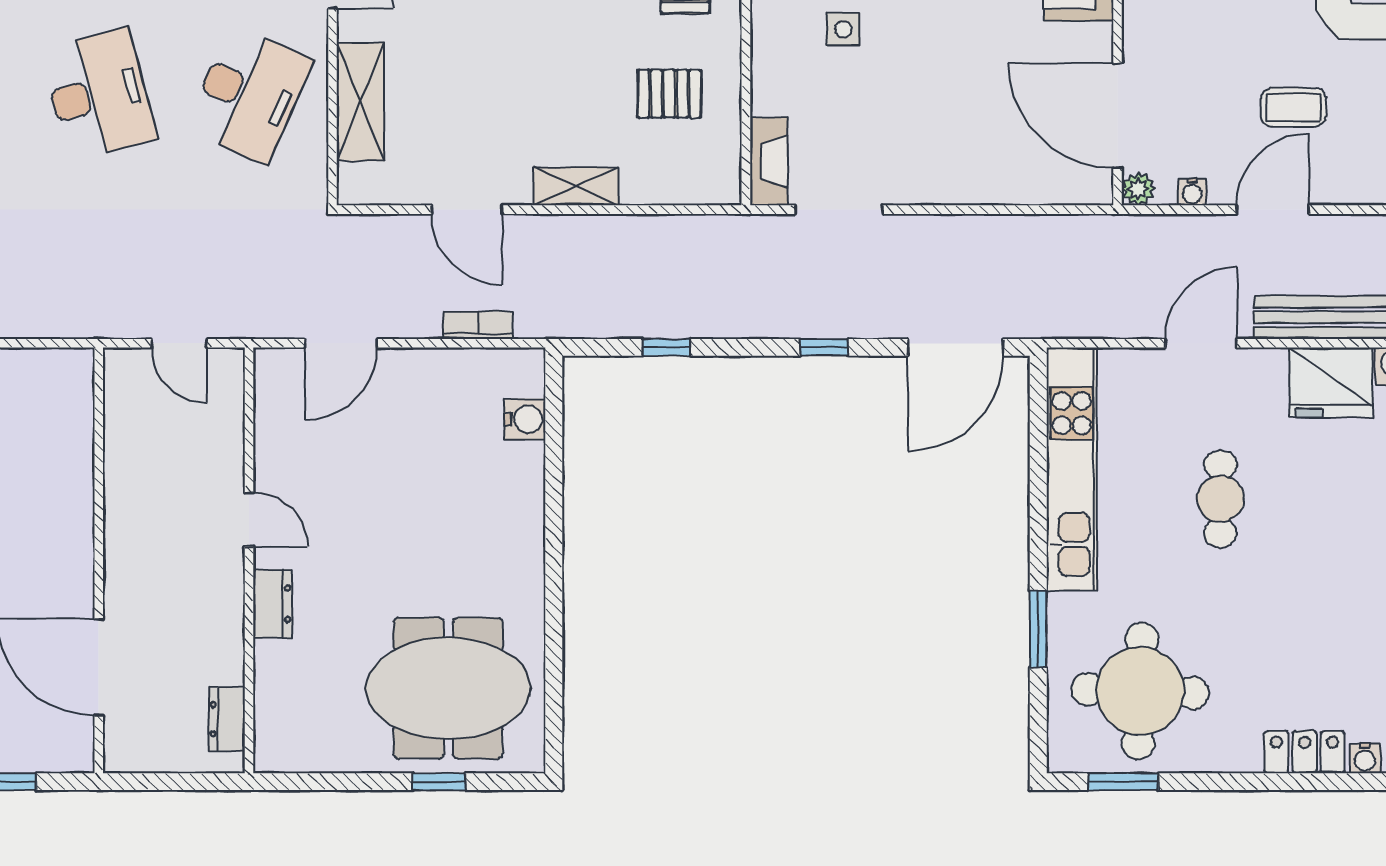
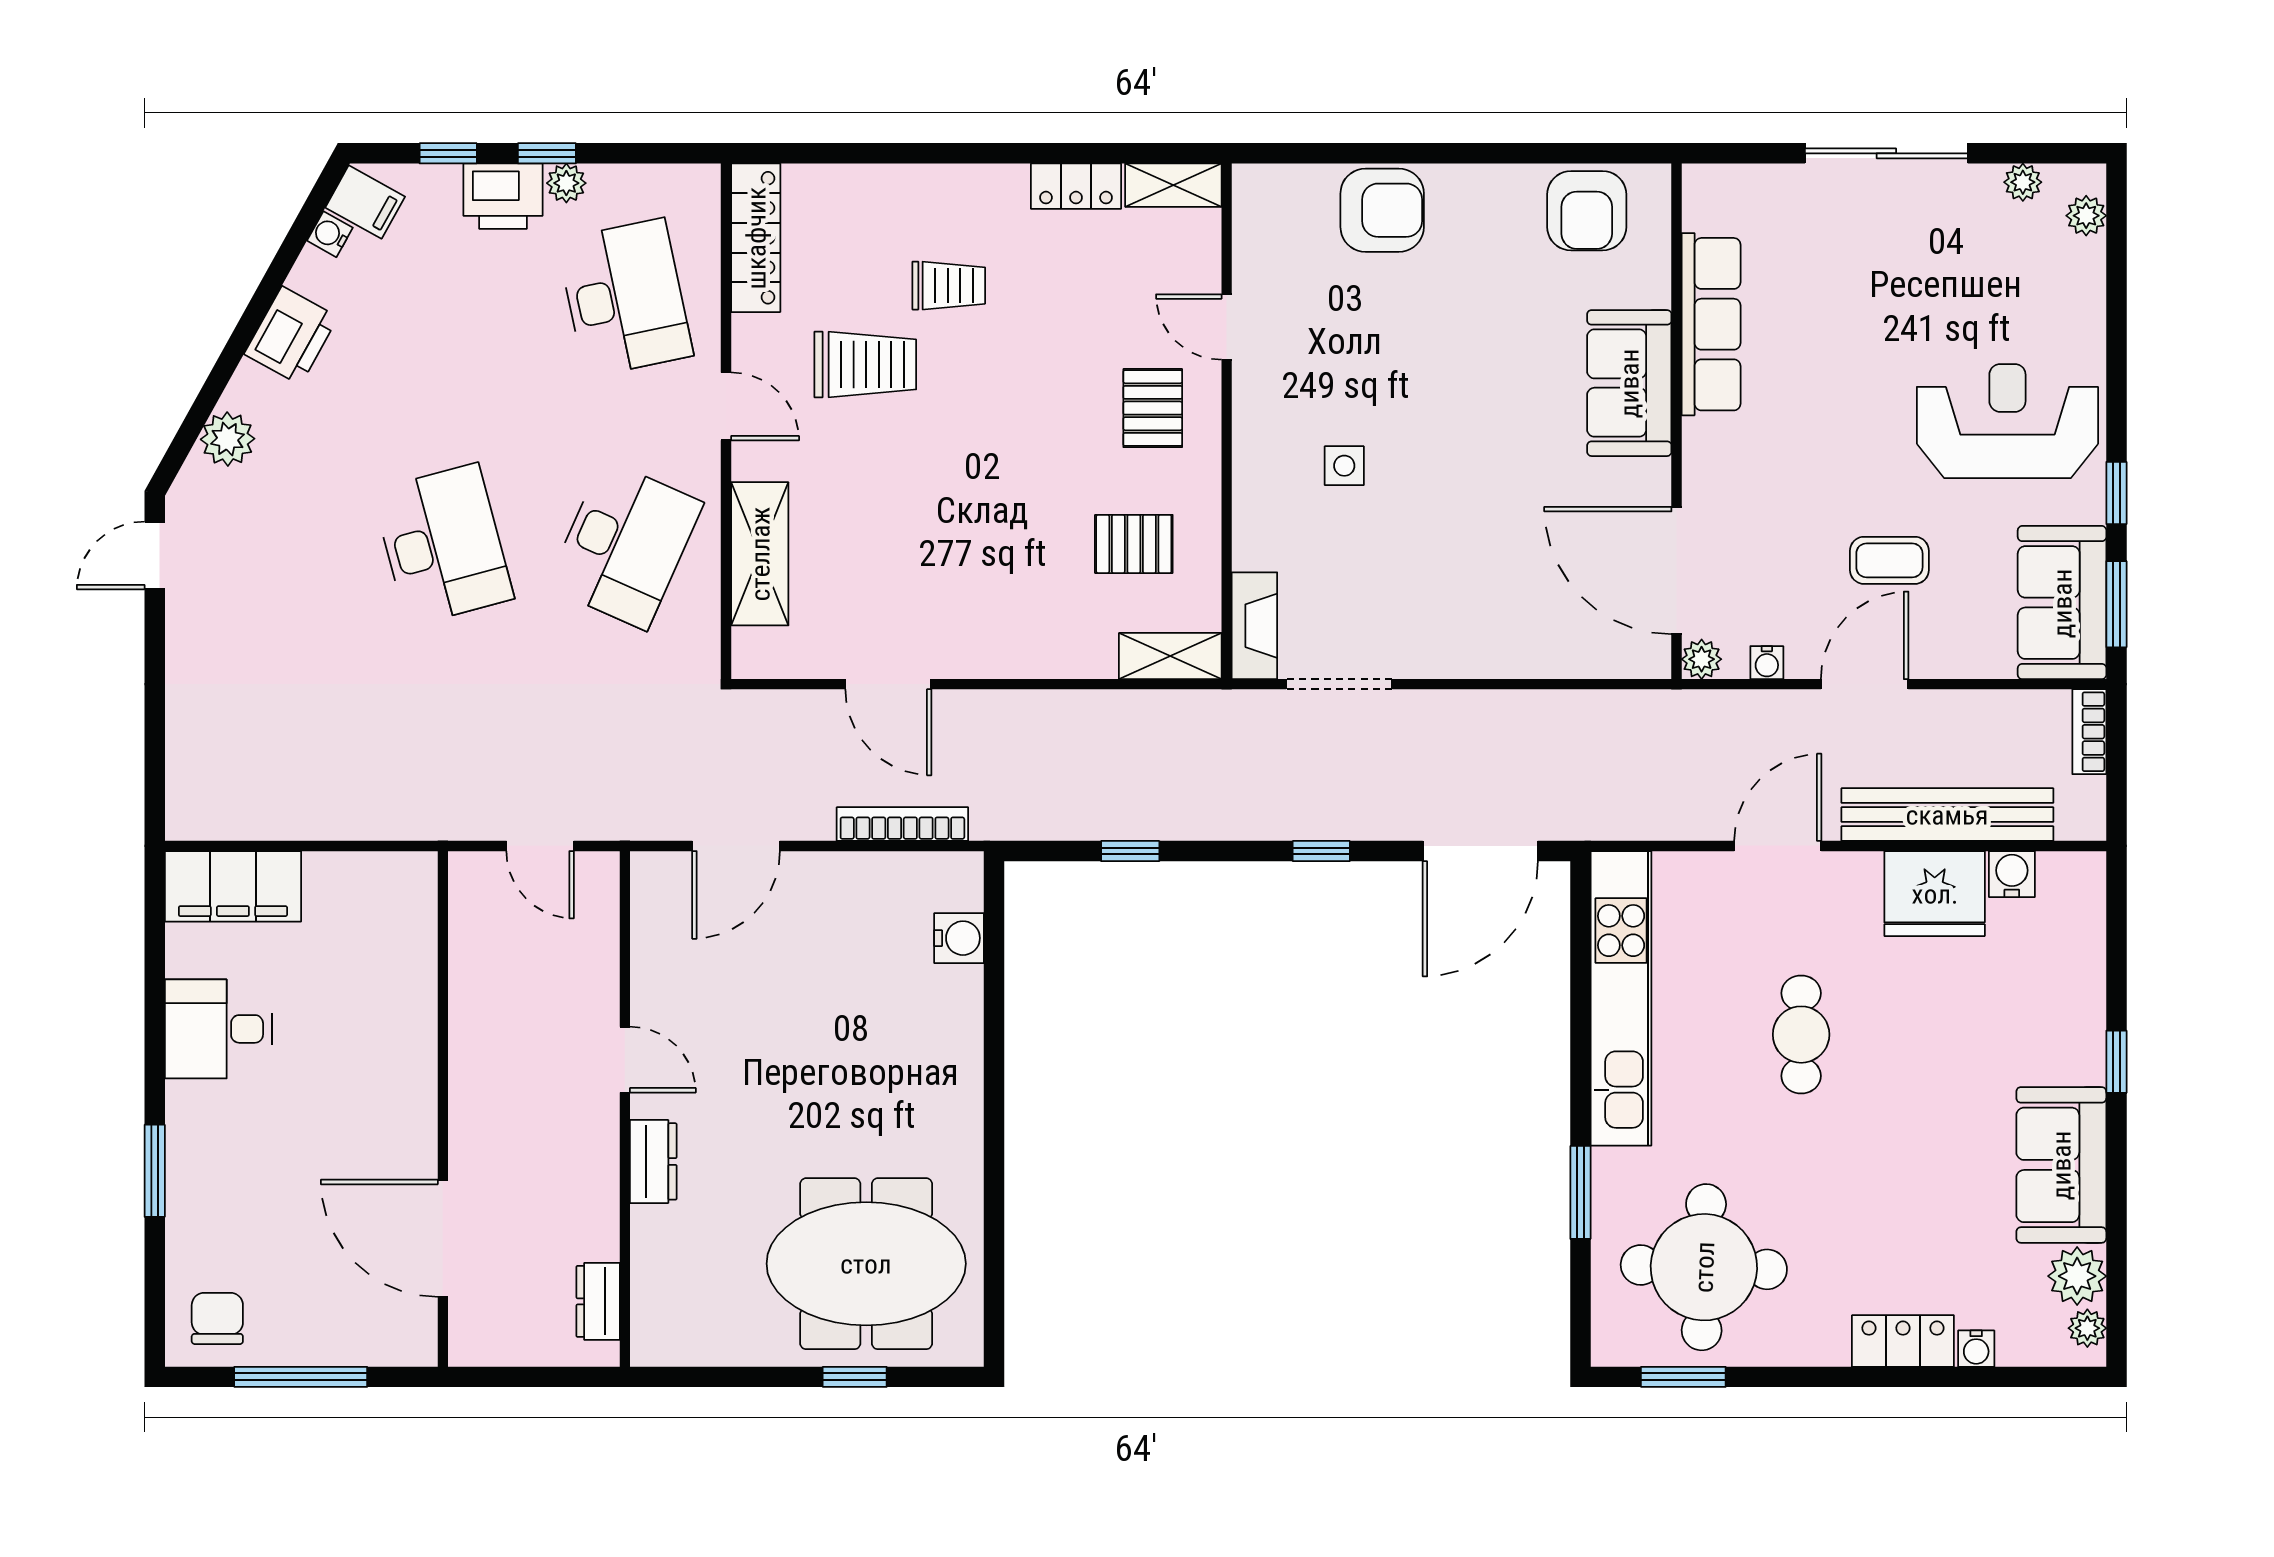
shelving: (576, 186) -> (1170, 656), moved
bookcase: (478, 325) -> (902, 824), width x1.56

